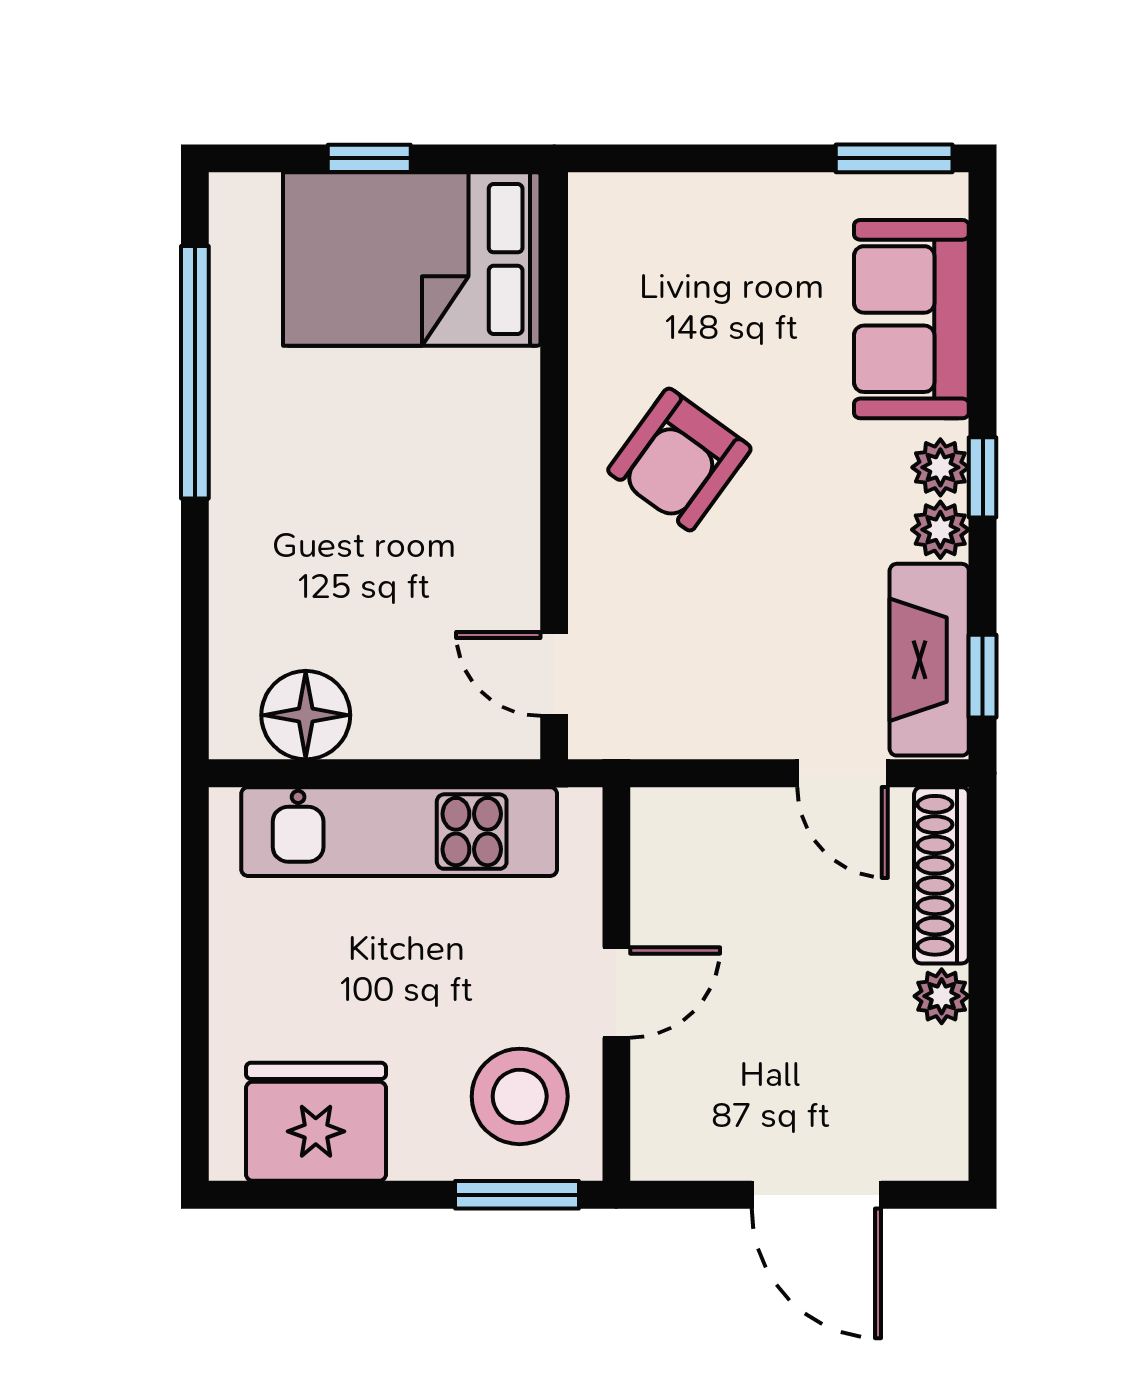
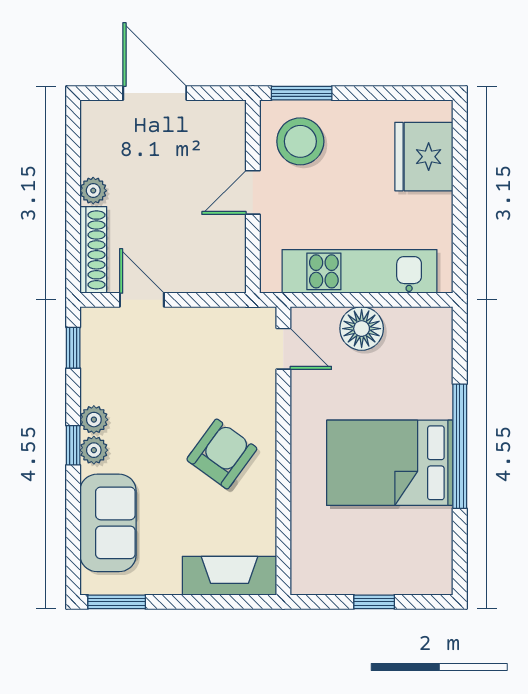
bed: (412, 259) -> (390, 463), moved, turned 180
window: (195, 372) -> (460, 446), moved
fireplace: (929, 660) -> (229, 576), moved, turned -90
floor lamp: (306, 715) -> (362, 329), moved
fridge: (316, 1122) -> (424, 157), moved, turned 90

